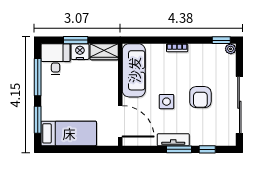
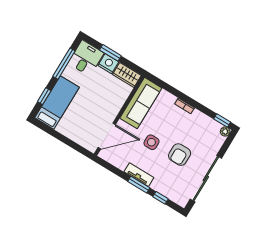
window: (38, 120) -> (44, 96), width x0.67
door: (120, 121) -> (107, 136), hinge flipped
bed: (69, 133) -> (57, 103), moved, turned -90

